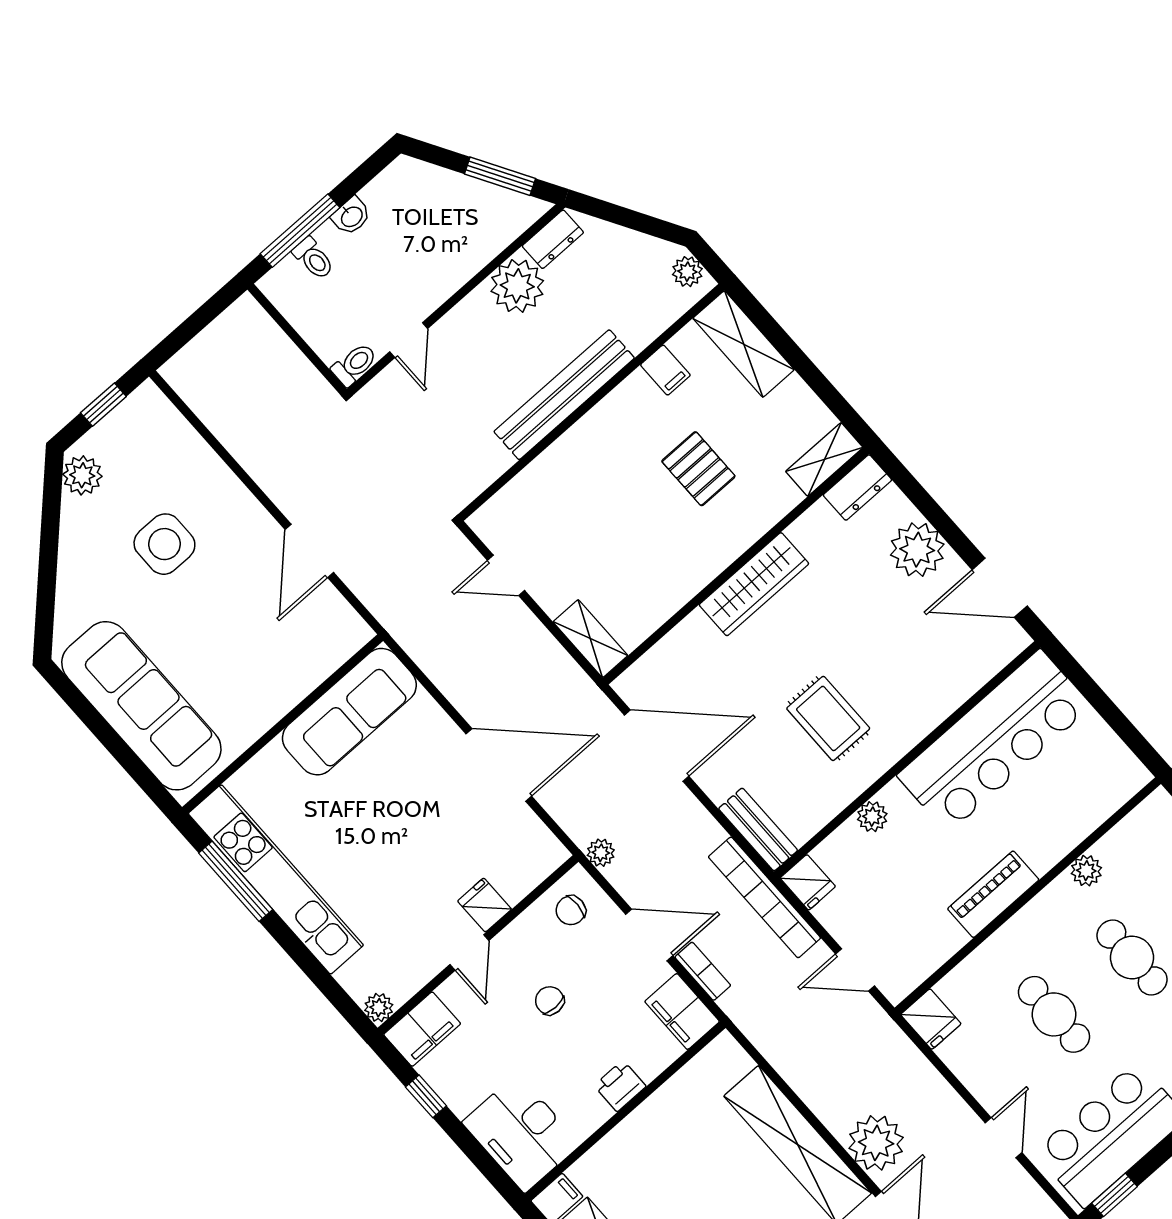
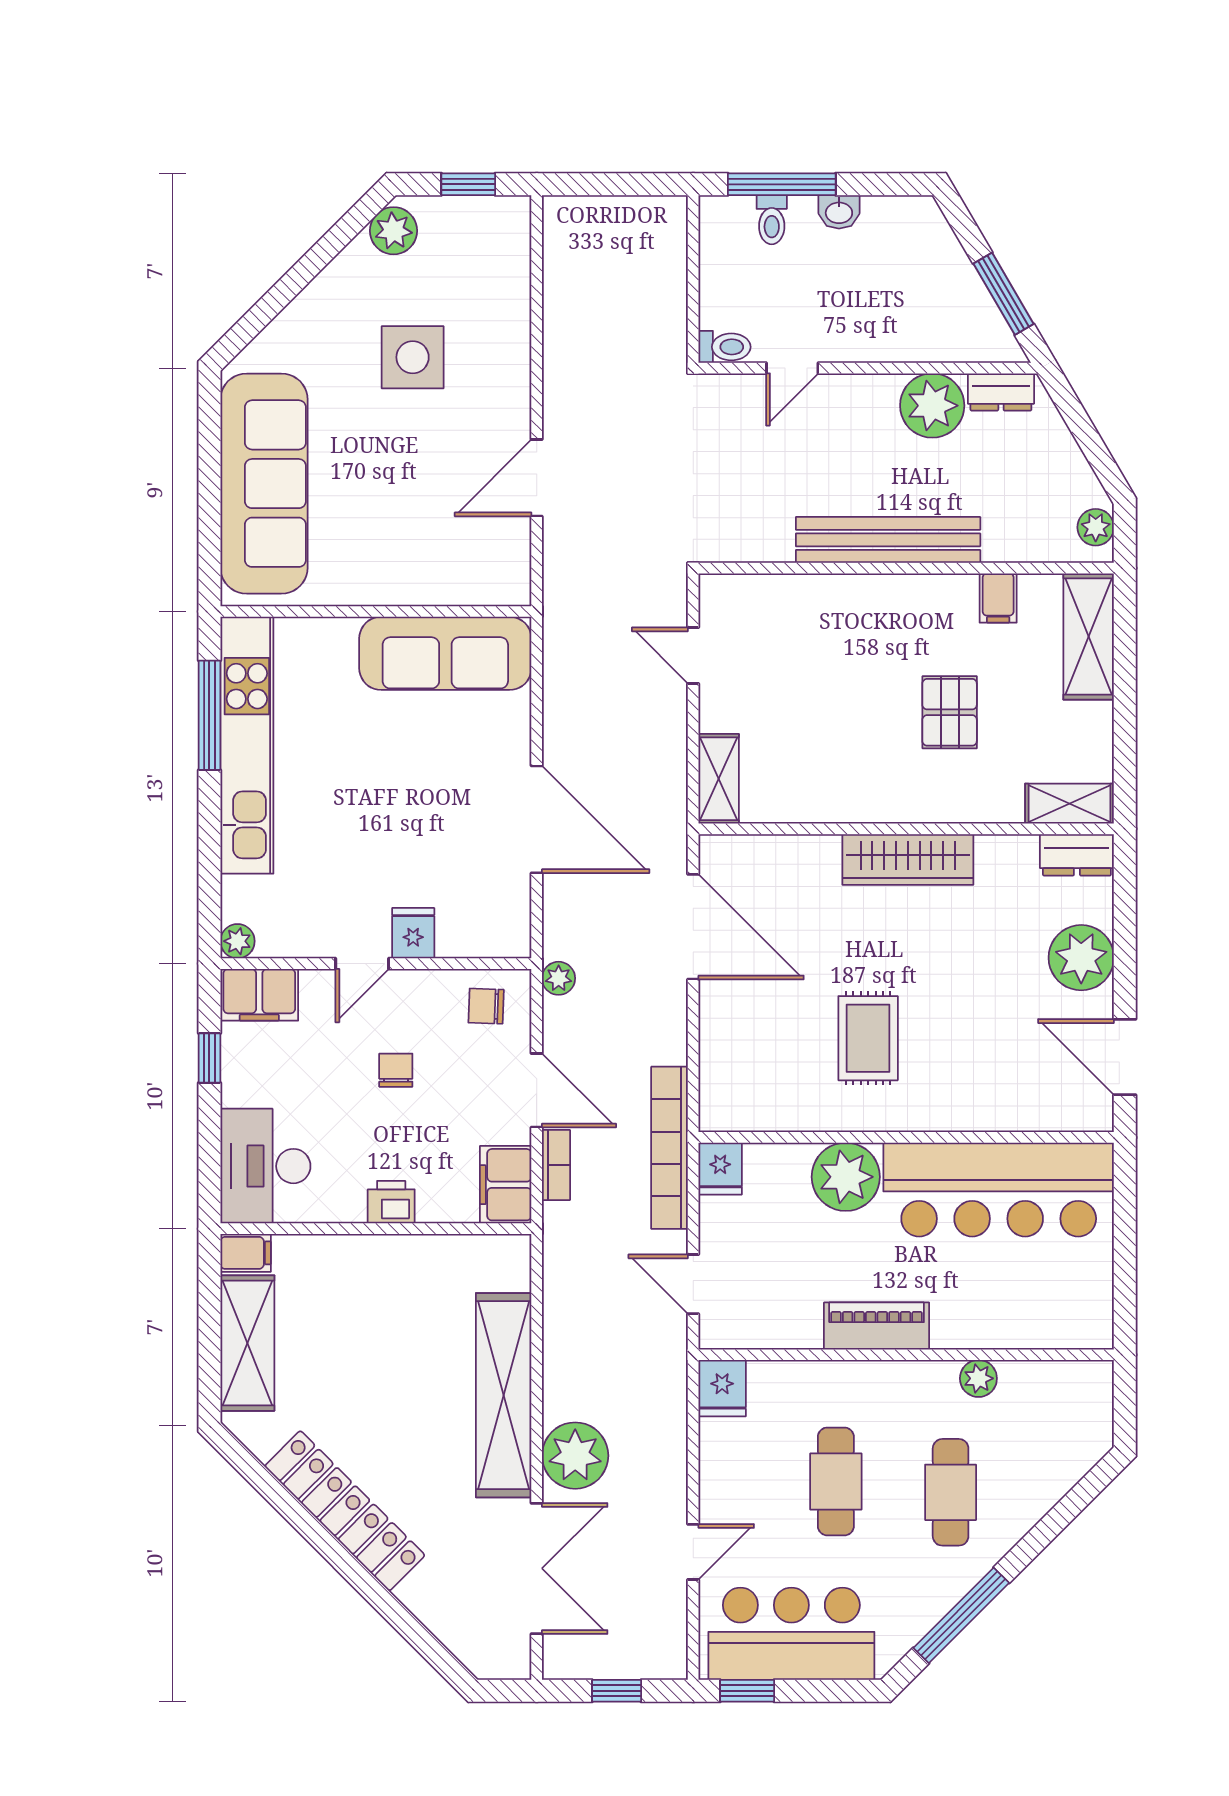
plant: (872, 817) -> (846, 1177), width x1.88, depth x1.88
bench: (758, 829) -> (718, 1082), removed

